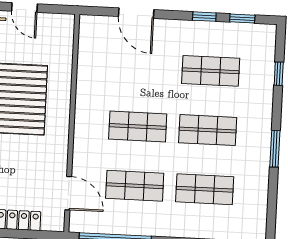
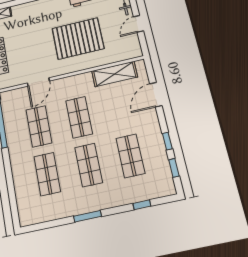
shelving: (89, 61) -> (115, 74), added
door: (68, 193) -> (38, 82), moved

